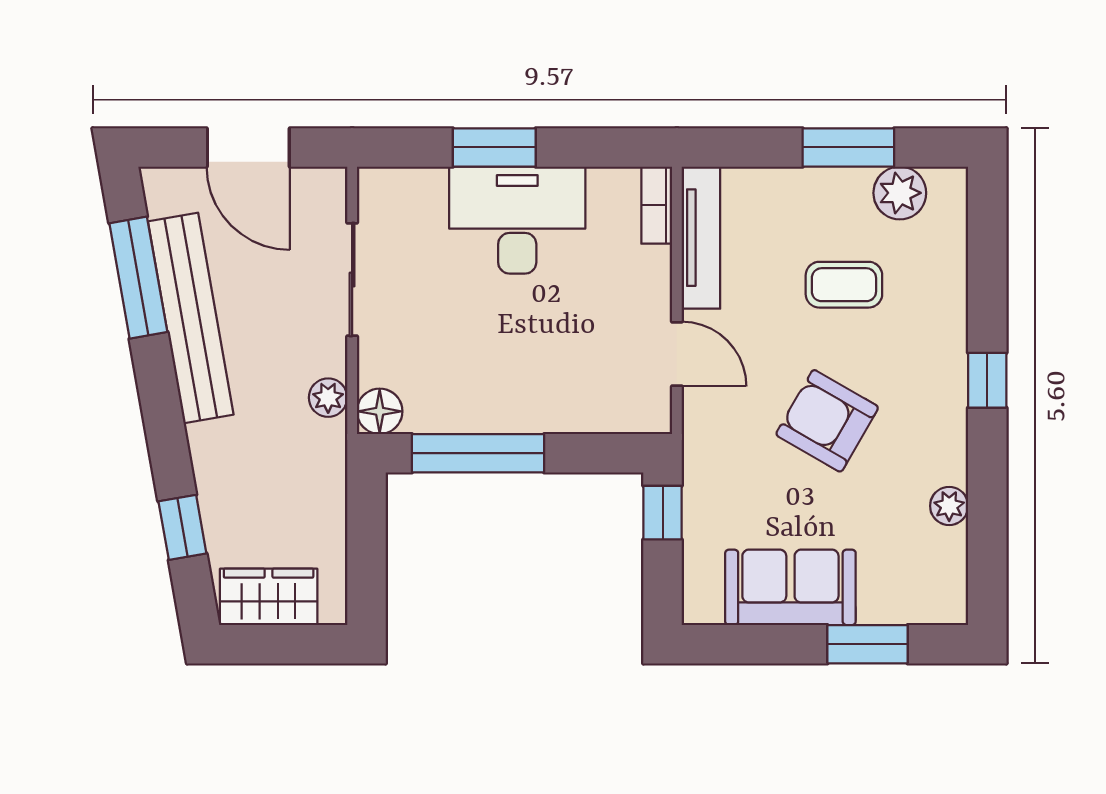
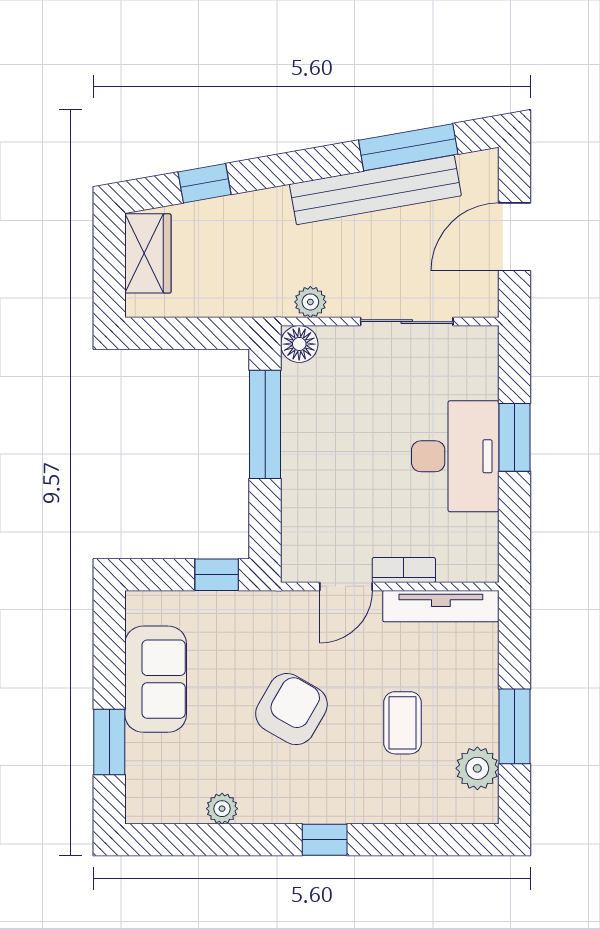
bookcase: (657, 205) -> (404, 570), moved

